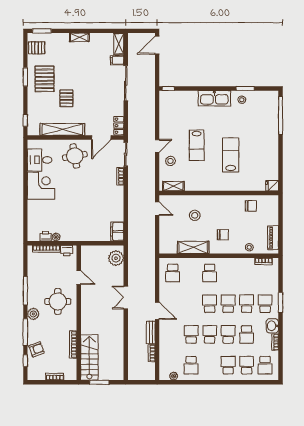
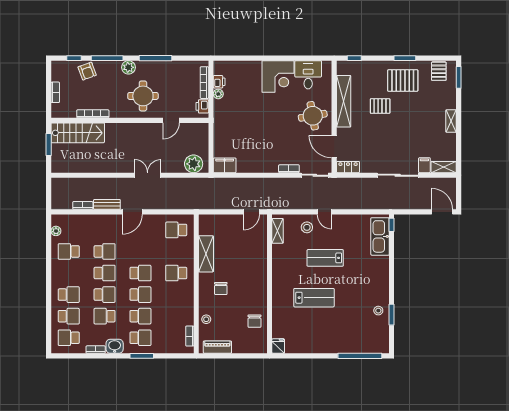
kitchen sink: (214, 98) -> (380, 236), moved
stool: (195, 215) -> (243, 256), removed

